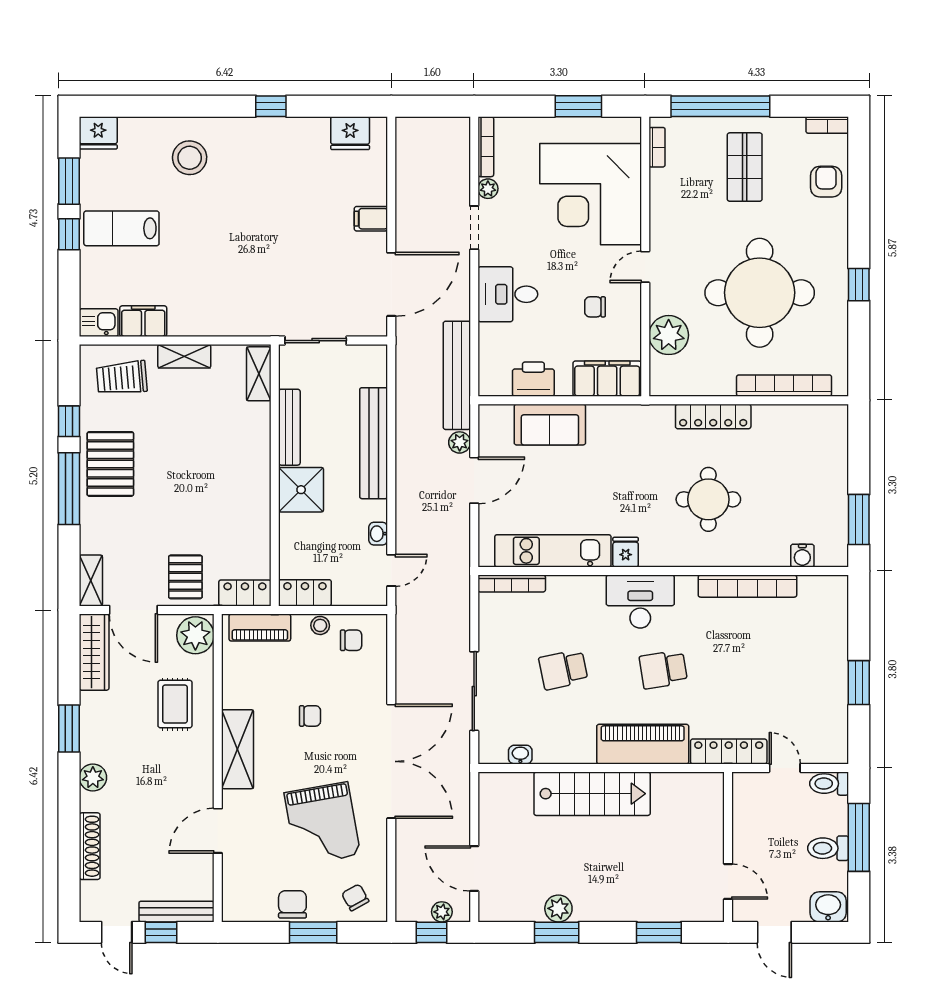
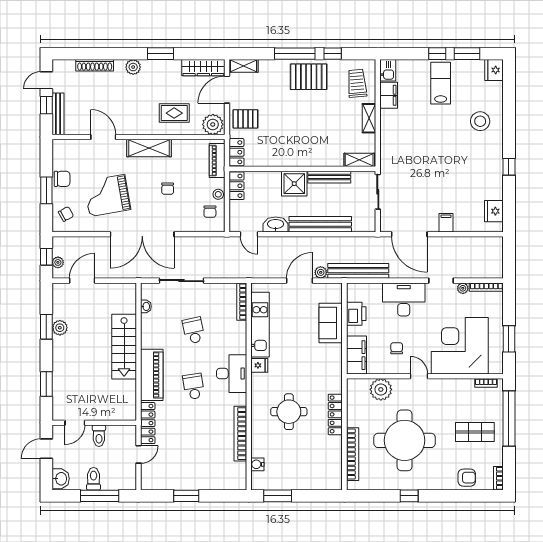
desk: (508, 294) -> (404, 299), width x1.37
door: (474, 480) -> (300, 281), swing flipped
washbasin: (378, 534) -> (276, 224), width x1.91, depth x1.45
toilet: (829, 784) -> (99, 436), moved, turned 180

